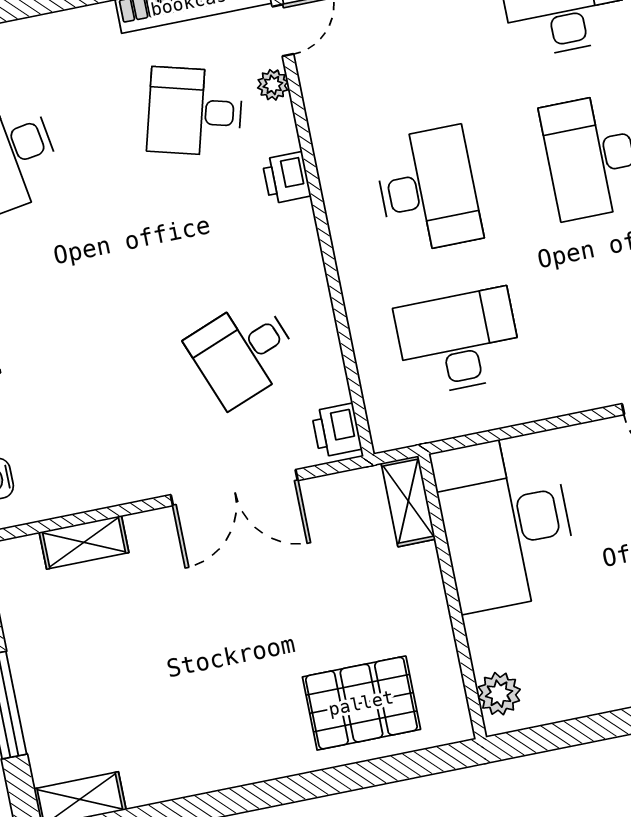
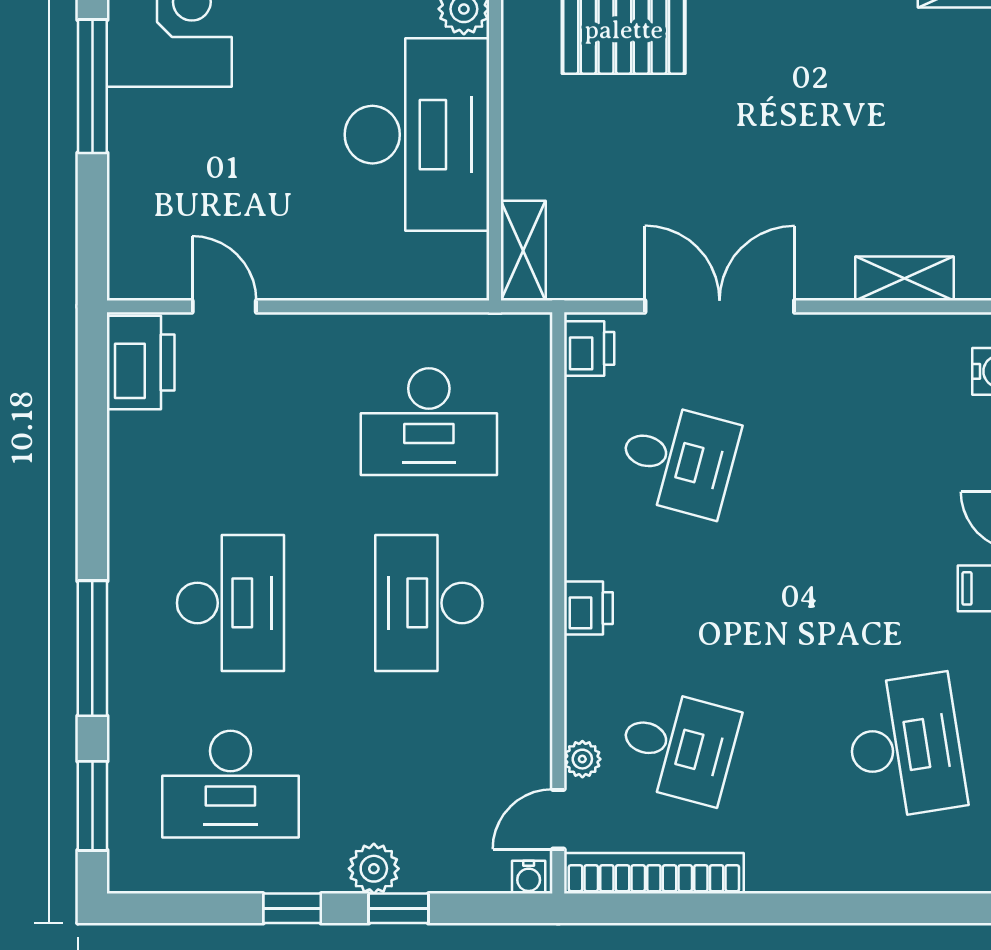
printer: (286, 178) -> (588, 608), moved
desk: (243, 352) -> (678, 460), turned 36
desk: (505, 522) -> (417, 135), moved

